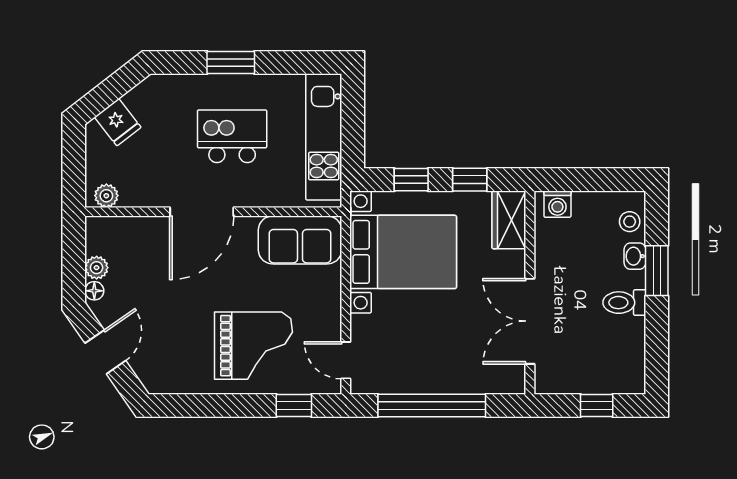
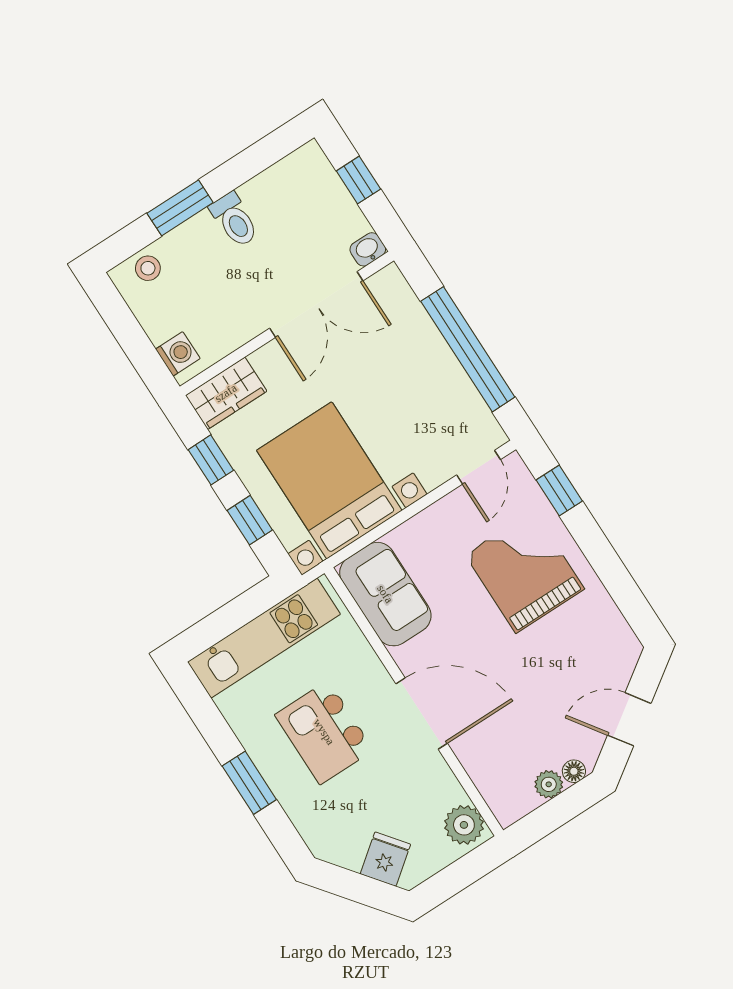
plant: (106, 196) -> (464, 825), width x1.38, depth x1.38
washbasin: (635, 256) -> (368, 249), moved, turned 180

